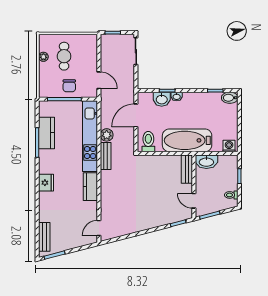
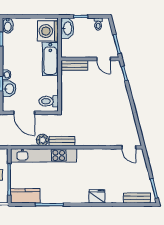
kitchen counter: (47, 133) -> (25, 196), moved
bathtub: (187, 140) -> (50, 59), width x0.73, depth x0.73
washing machine: (229, 146) -> (48, 31), width x1.89, depth x1.89
washbasin: (206, 162) -> (67, 28), moved
fridge: (46, 183) -> (97, 196), moved
kitchen counter: (90, 187) -> (90, 155), removed
door: (194, 201) -> (104, 59), hinge flipped

